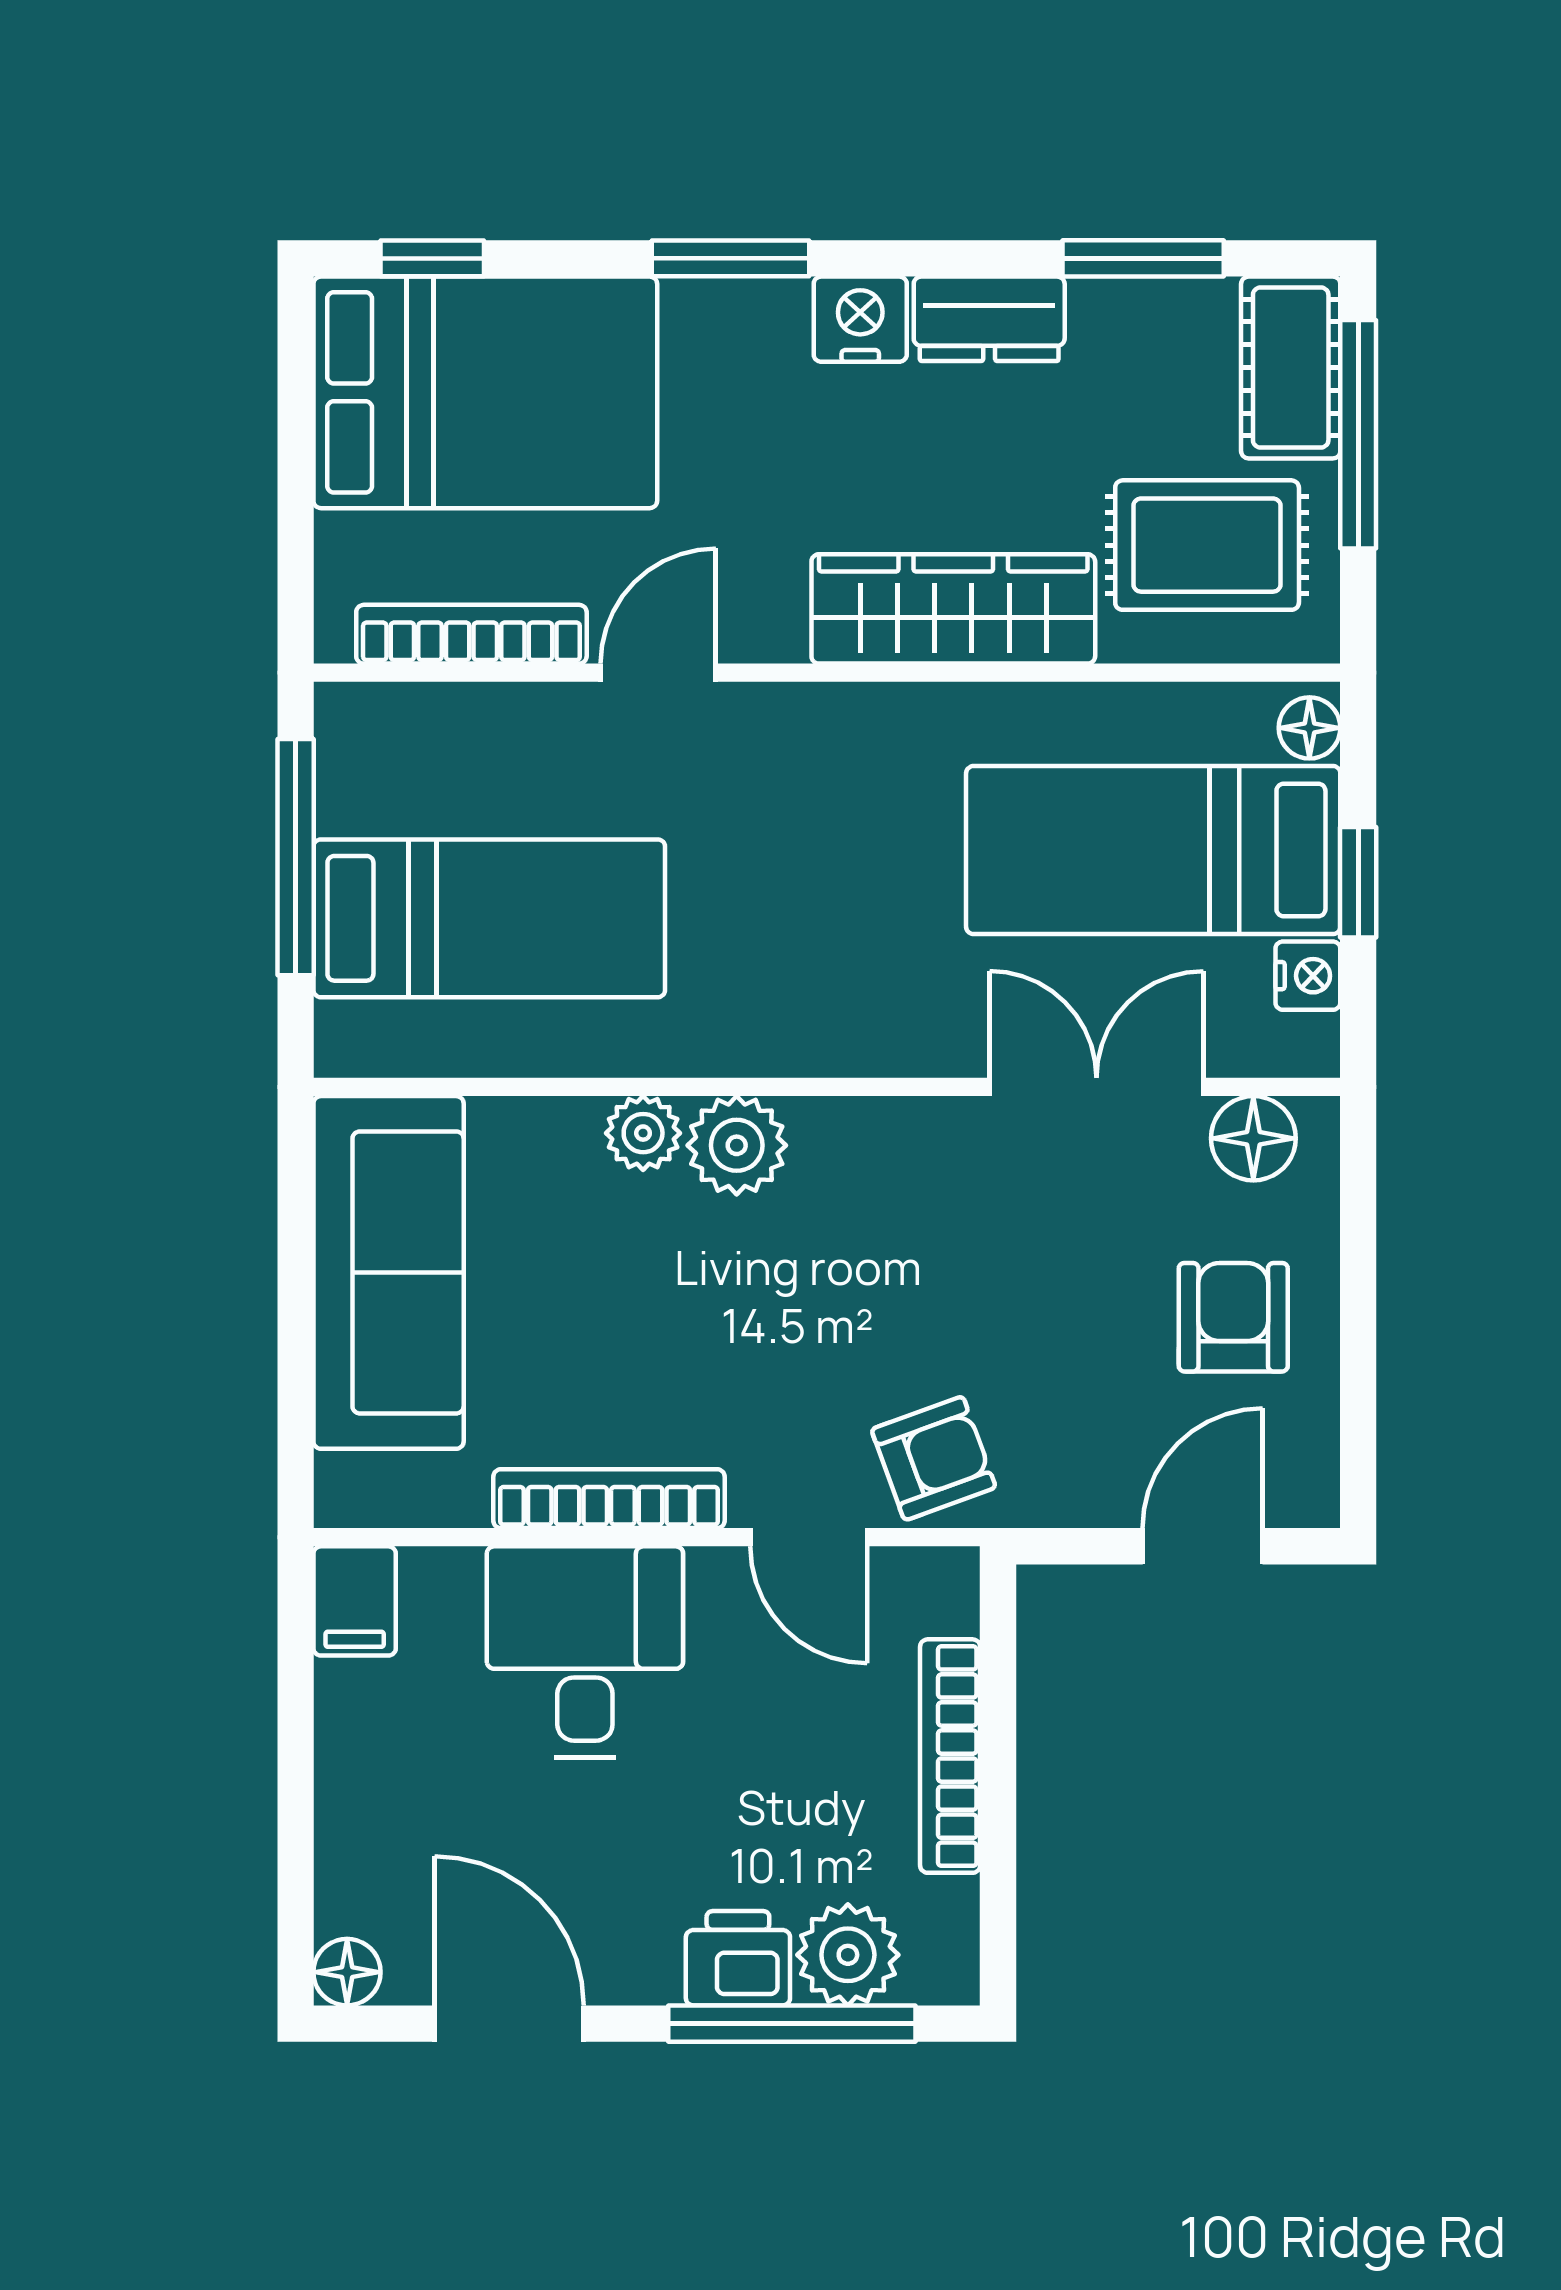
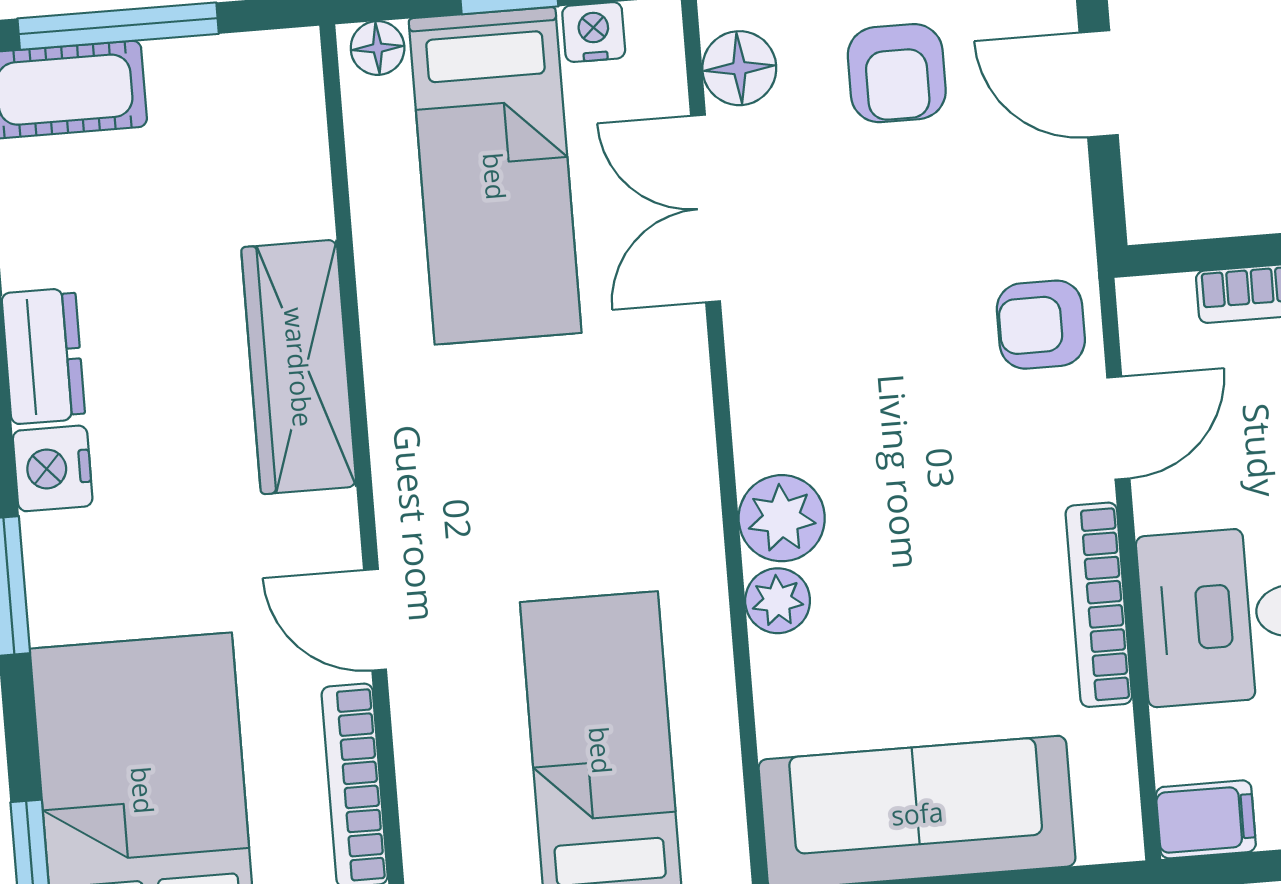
rug: (1207, 545) -> (225, 150), removed
armchair: (1233, 1317) -> (897, 73), turned -90
armchair: (934, 1458) -> (1041, 325), turned -70

